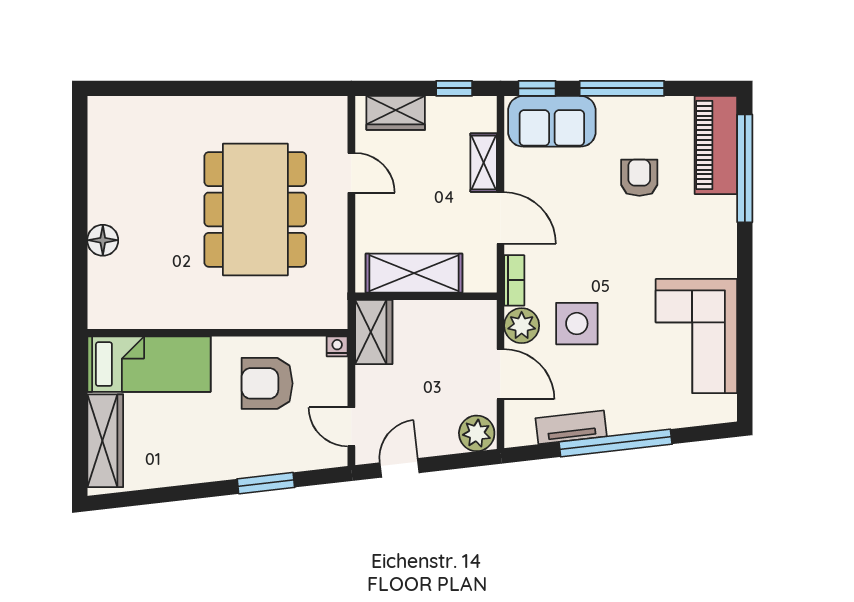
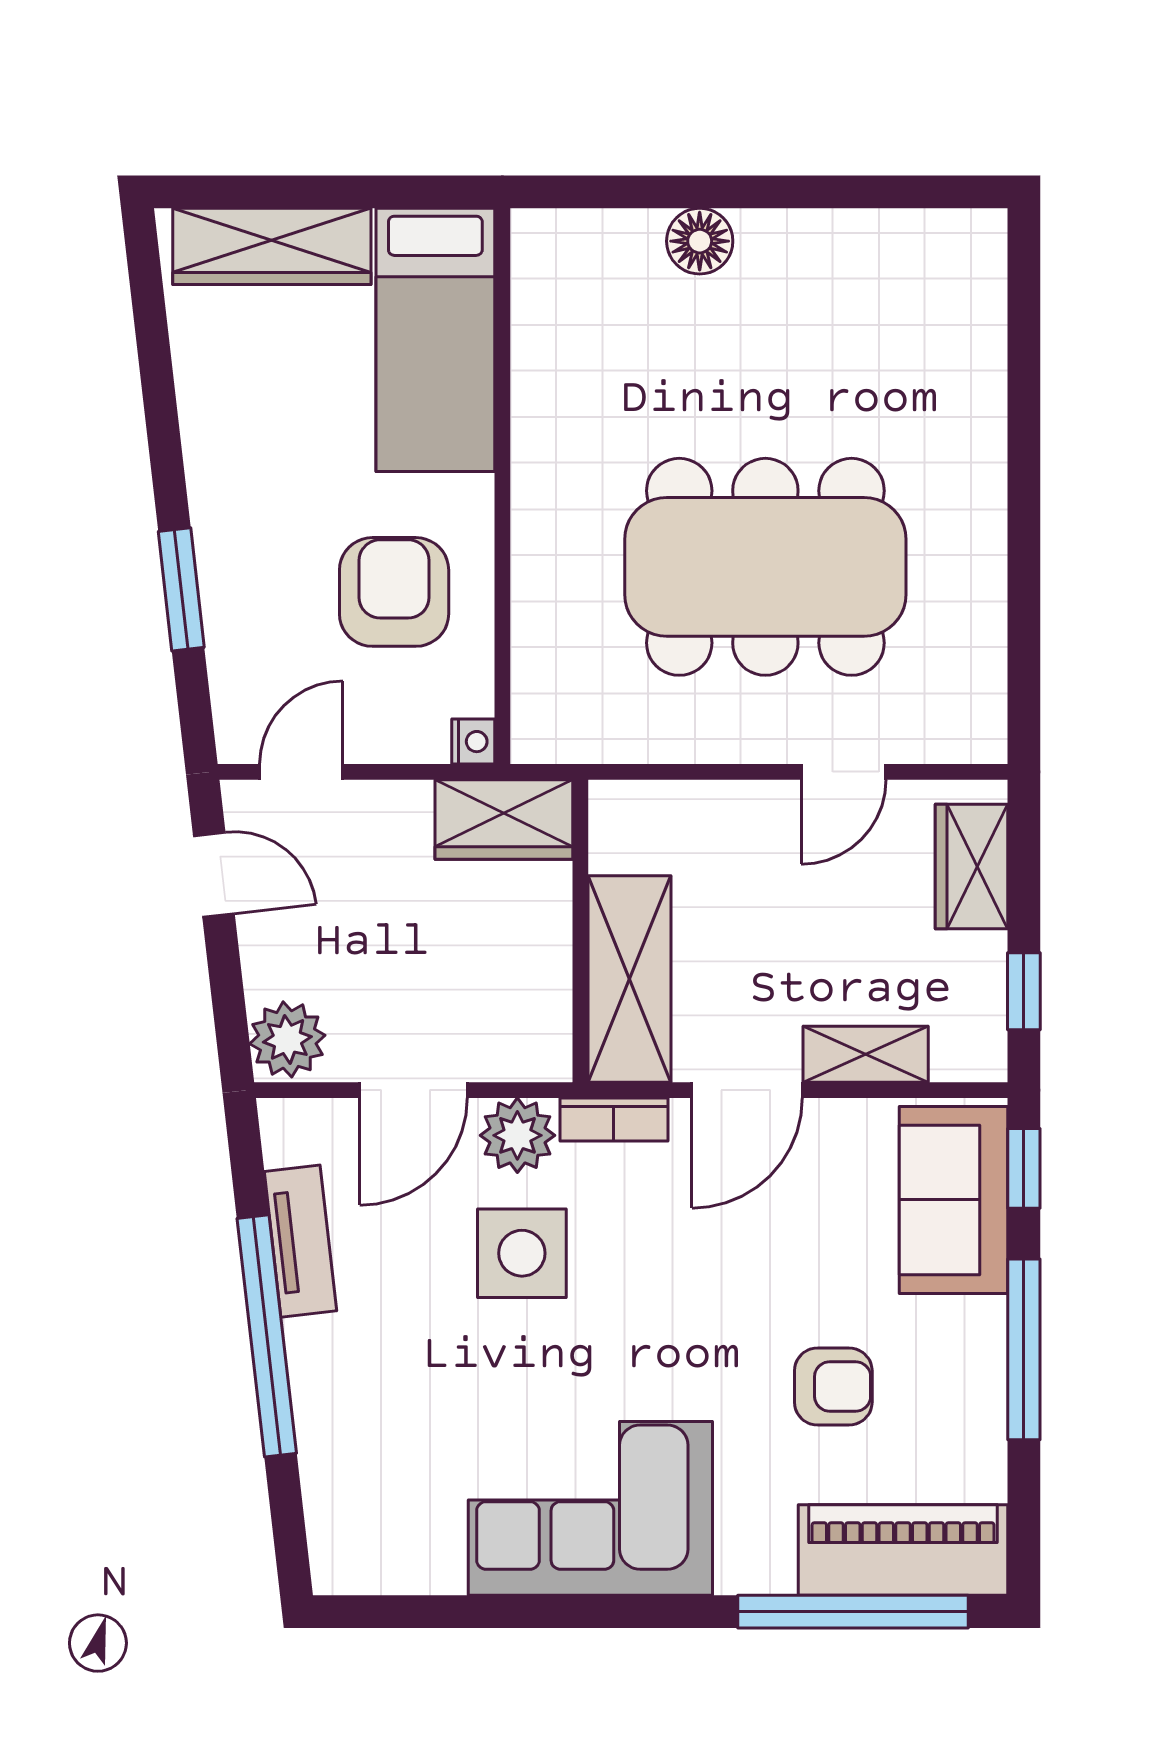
shelving: (414, 273) -> (629, 979), moved
corner sofa: (696, 336) -> (590, 1508), moved

